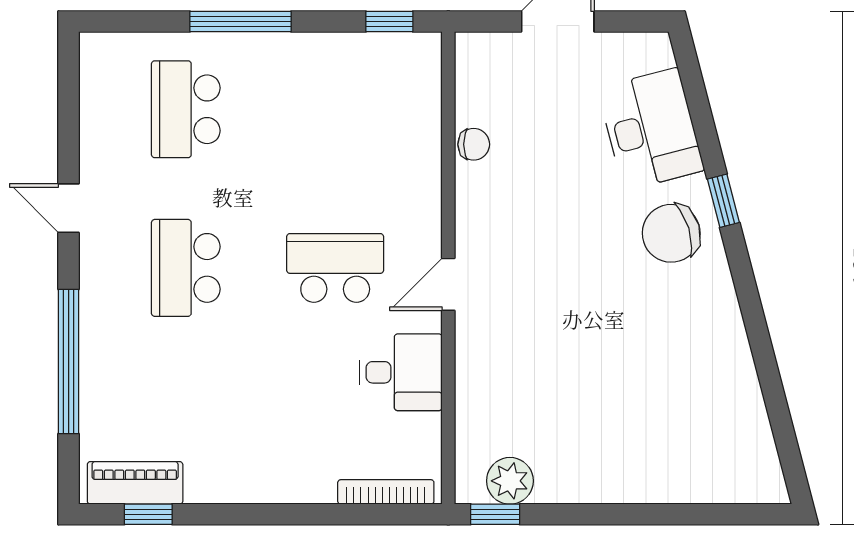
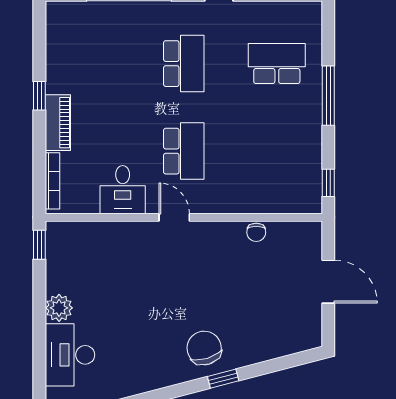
desk: (651, 129) -> (70, 355), moved, turned 105
school desk: (186, 268) -> (184, 64), turned 90
plant: (510, 481) -> (59, 308), moved
piano: (135, 483) -> (58, 123), moved
window: (148, 514) -> (39, 96), moved

